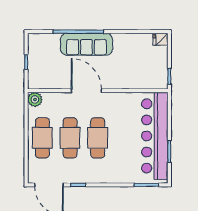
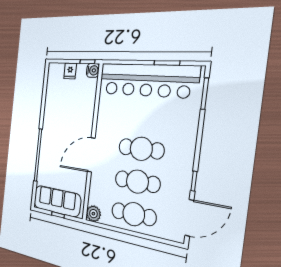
fridge: (160, 39) -> (70, 71), moved
sofa: (86, 44) -> (57, 201), moved, turned -90
water cooler: (162, 83) -> (93, 70), added

